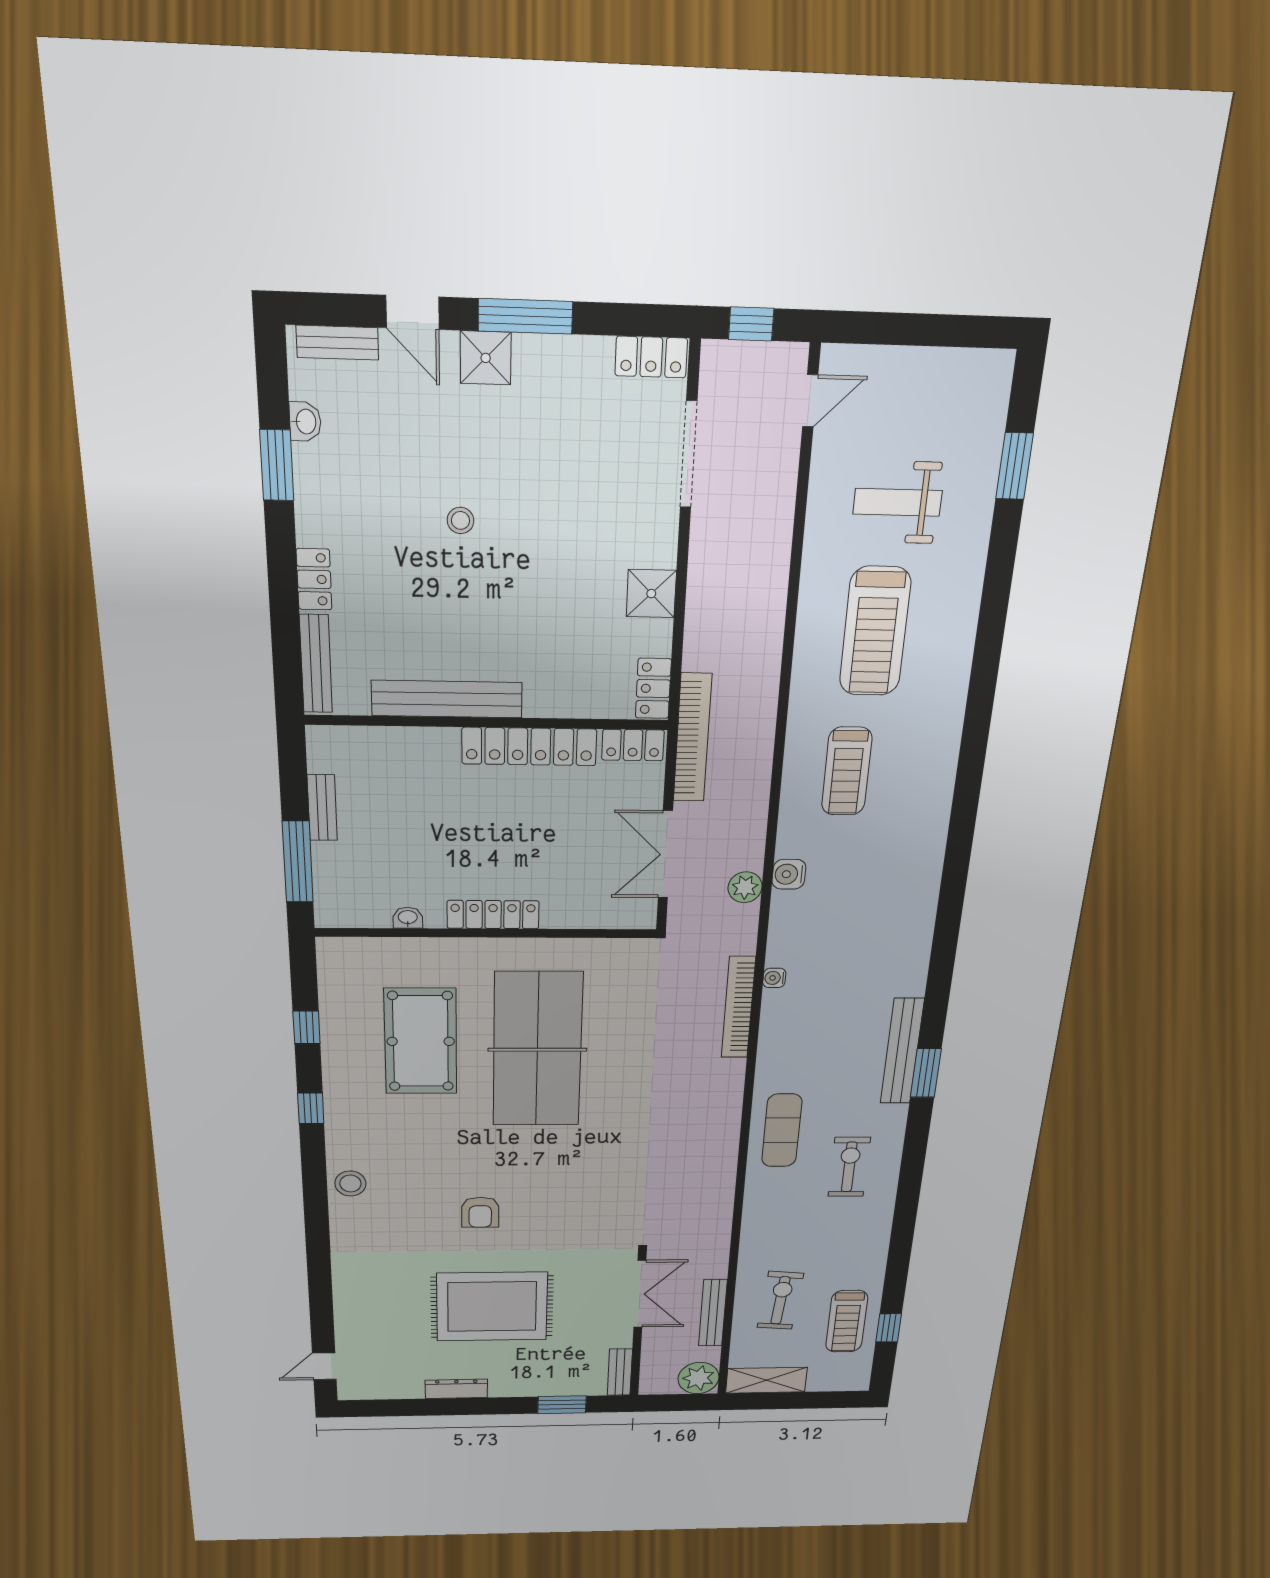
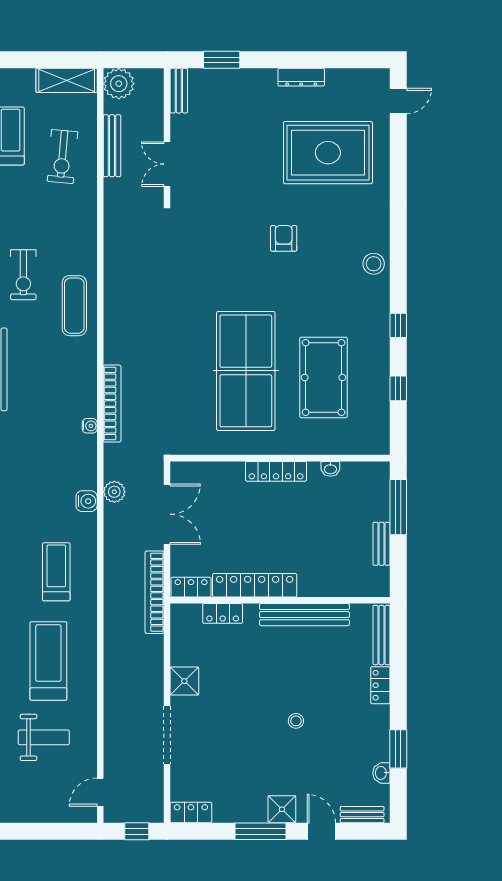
doorway: (689, 454) -> (167, 735), moved
locker: (653, 688) -> (223, 613), moved, turned 90
double door: (640, 1294) -> (167, 164), width x0.73
rug: (492, 1307) -> (328, 153), moved

